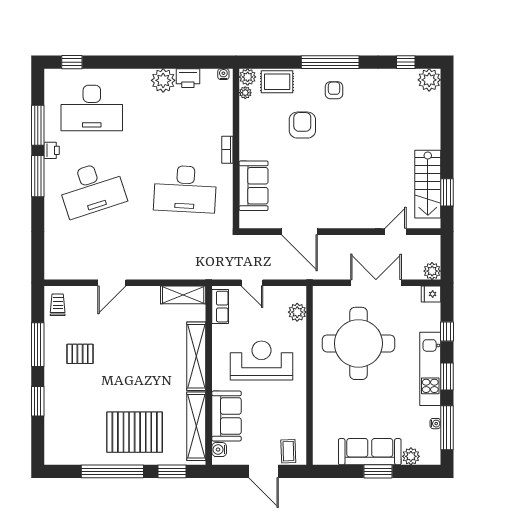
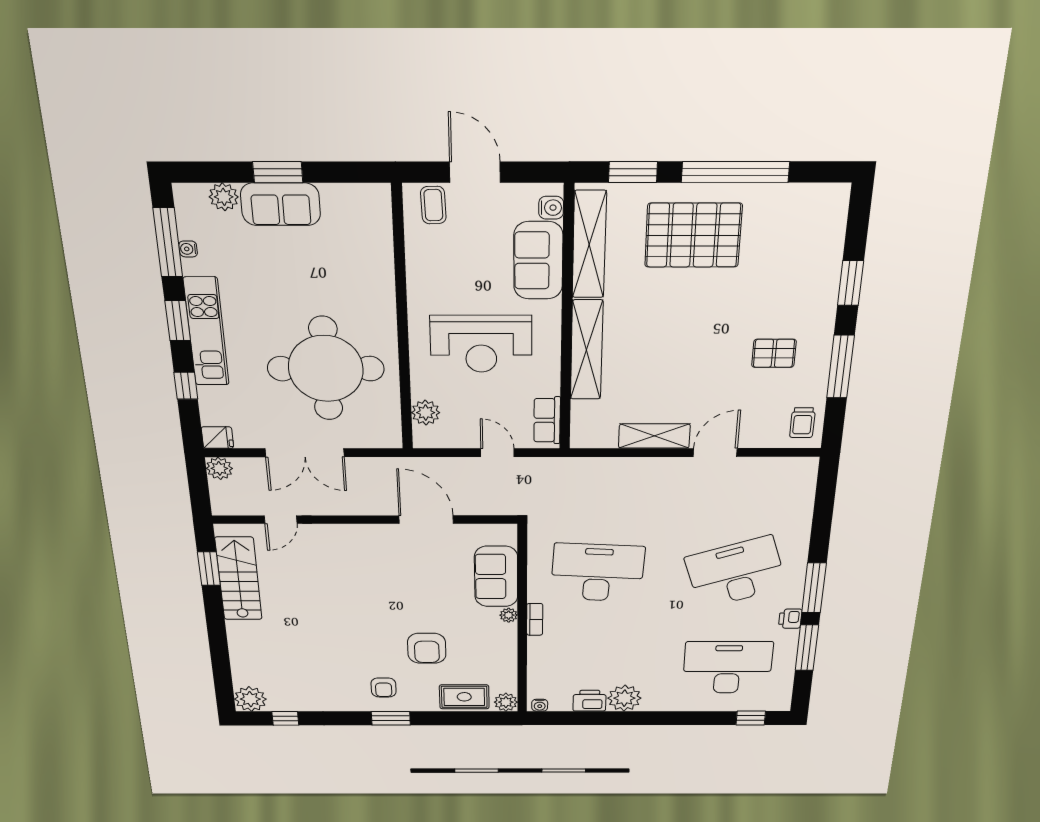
window: (330, 62) -> (391, 718), width x0.47
plant: (245, 93) -> (509, 615), moved
shelving: (183, 295) -> (654, 436), moved
sofa: (370, 452) -> (280, 204), width x0.73

